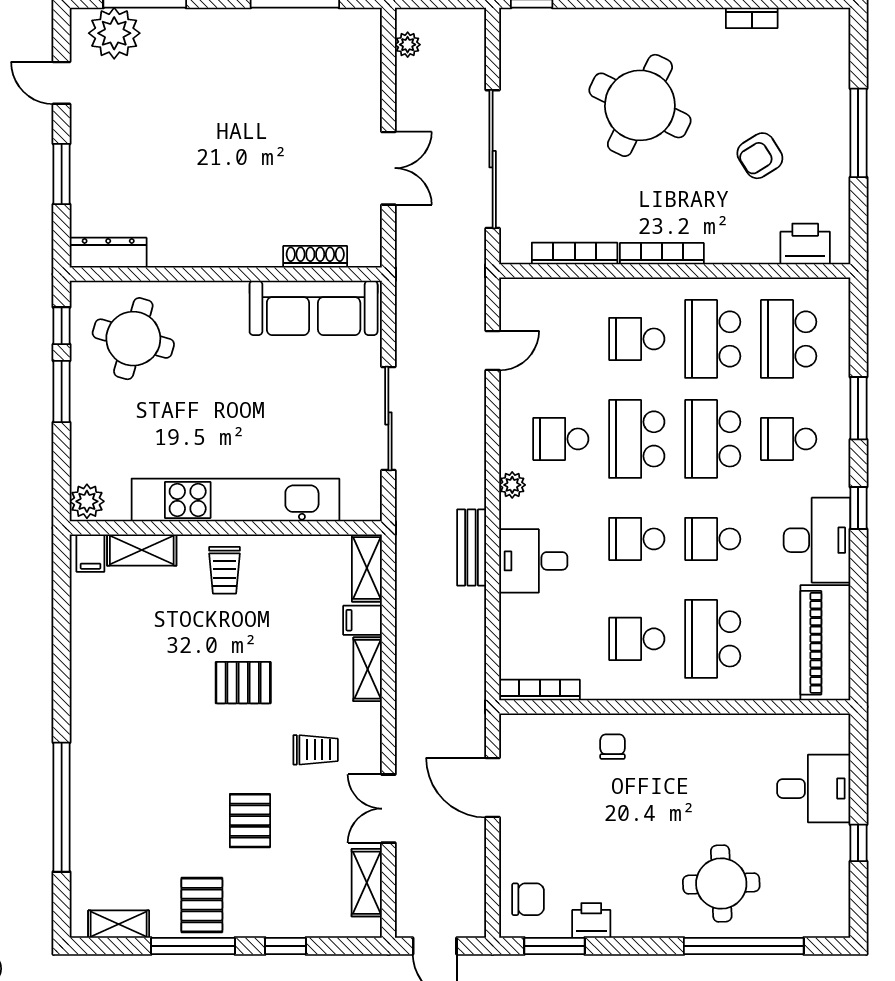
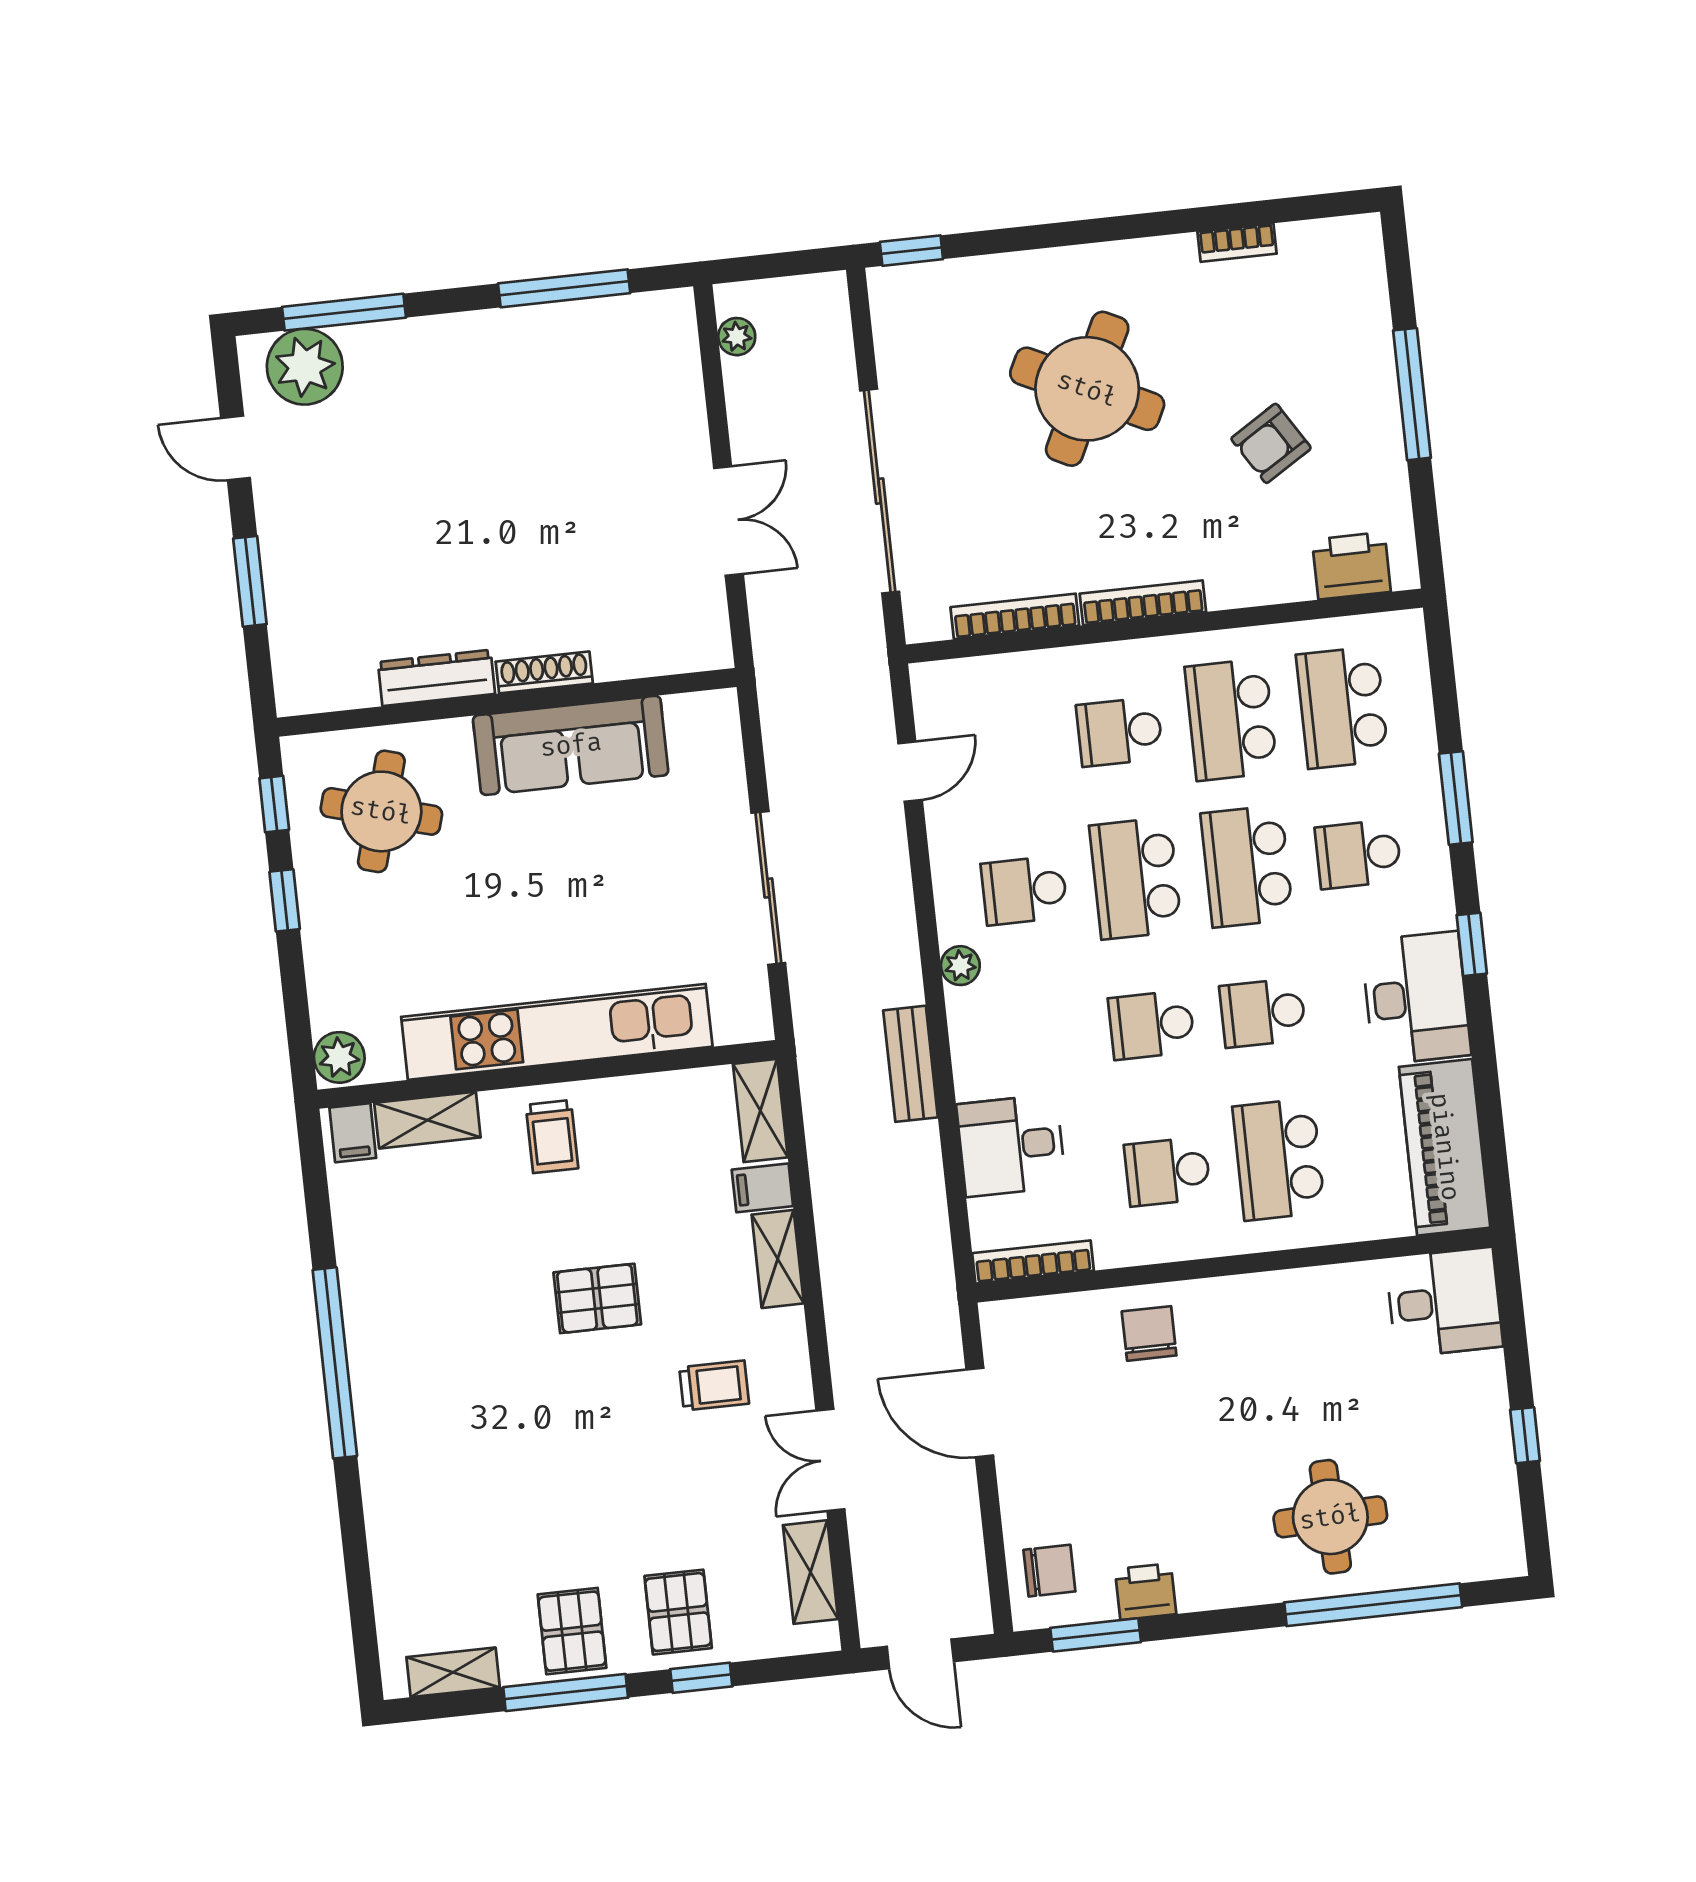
dresser: (108, 253) -> (436, 678), moved
shoe rack: (315, 257) -> (544, 672), moved
sofa: (314, 308) -> (571, 745), moved
window: (62, 391) -> (285, 900), width x0.67
desk: (533, 561) -> (1011, 1145), moved
chair: (613, 747) -> (1149, 1333), width x1.37, depth x1.37
desk: (814, 789) -> (1444, 1302), moved
window: (62, 807) -> (335, 1363), moved
pallet: (250, 821) -> (678, 1612), moved

